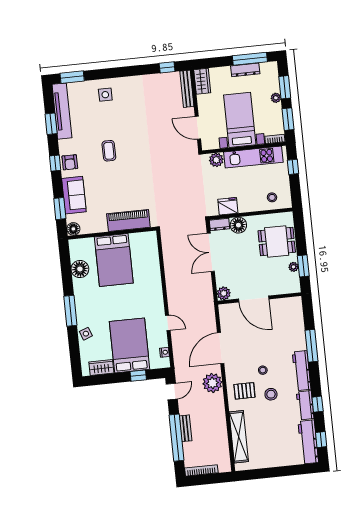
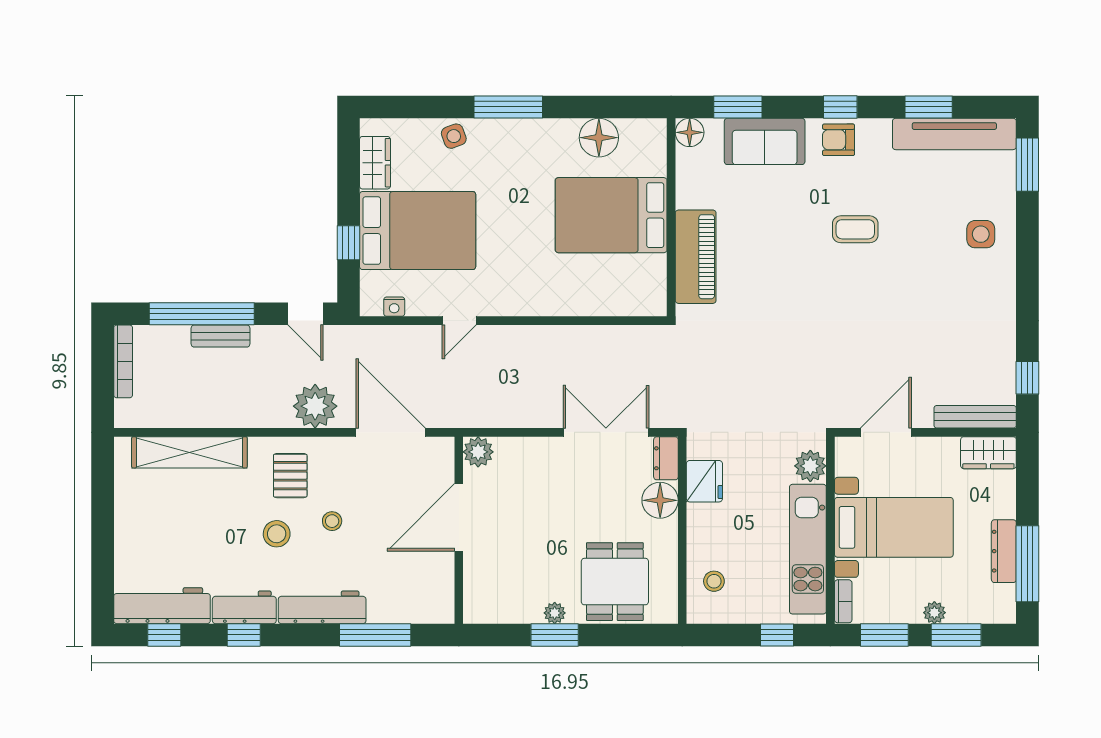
plant: (224, 293) -> (478, 452), moved
wall: (259, 298) -> (459, 530), moved
door: (254, 299) -> (459, 517), moved

